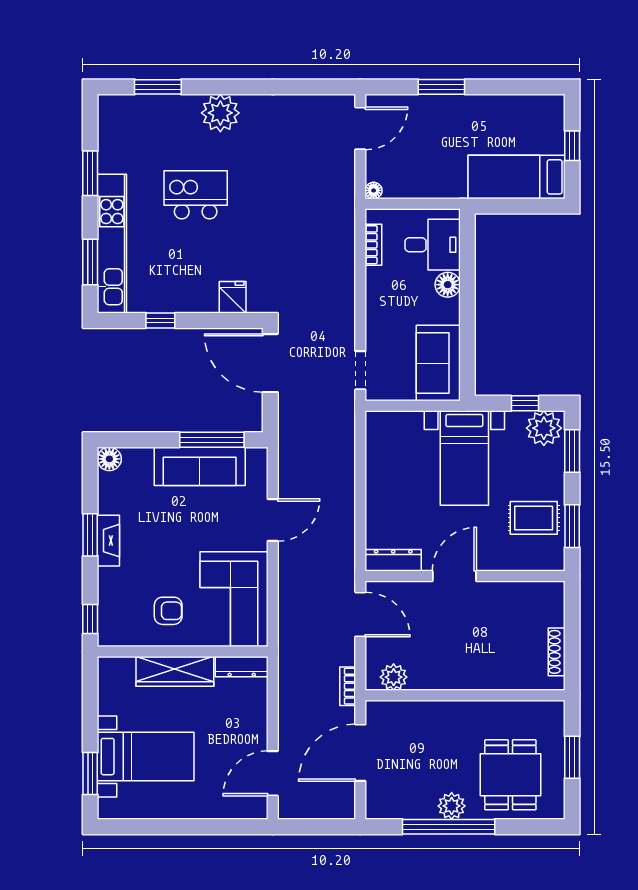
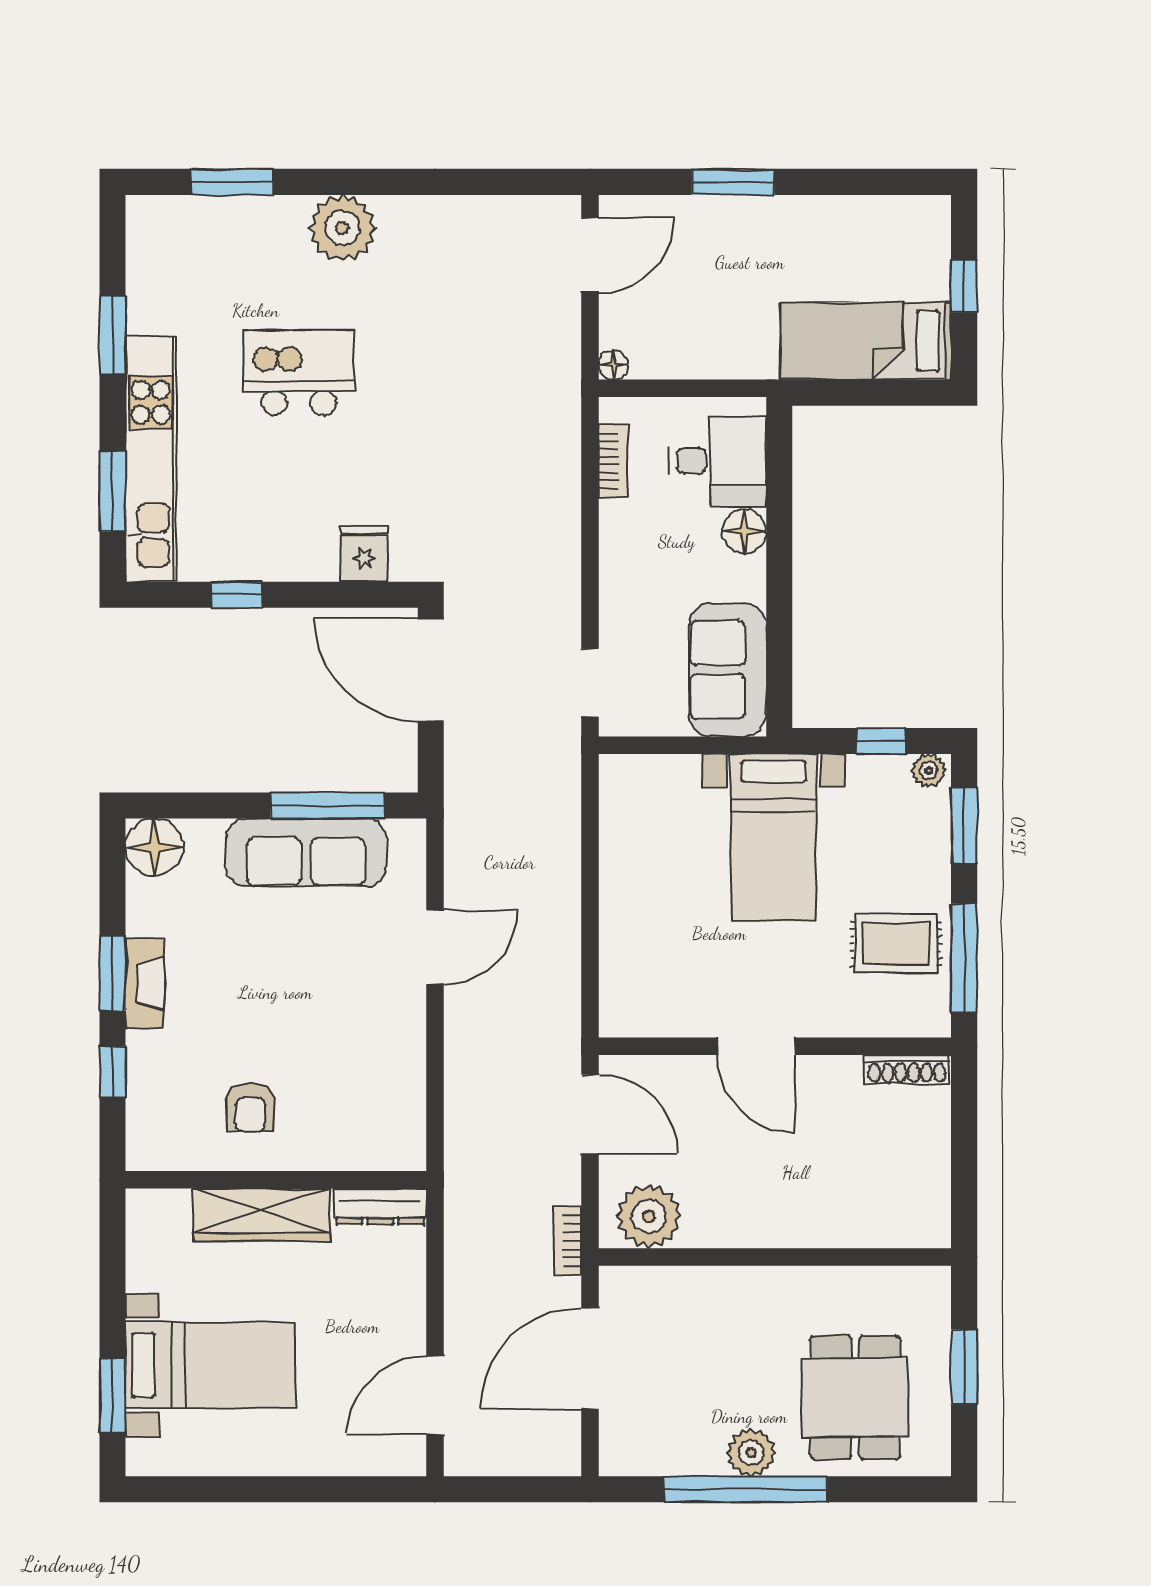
plant: (544, 428) -> (929, 770), width x0.53, depth x0.53
floor lamp: (109, 459) -> (154, 847), width x1.38, depth x1.38
window: (572, 526) -> (964, 958), width x1.44
dresser: (393, 560) -> (648, 1018), removed
door: (454, 576) -> (756, 1046), swing flipped
corner sofa: (234, 599) -> (367, 1087), removed
armchair: (168, 611) -> (250, 1108), turned 90
window: (90, 619) -> (113, 1072), moved
shoe rack: (557, 652) -> (907, 1069), moved, turned -90
plant: (394, 677) -> (649, 1216), width x1.36, depth x1.36

